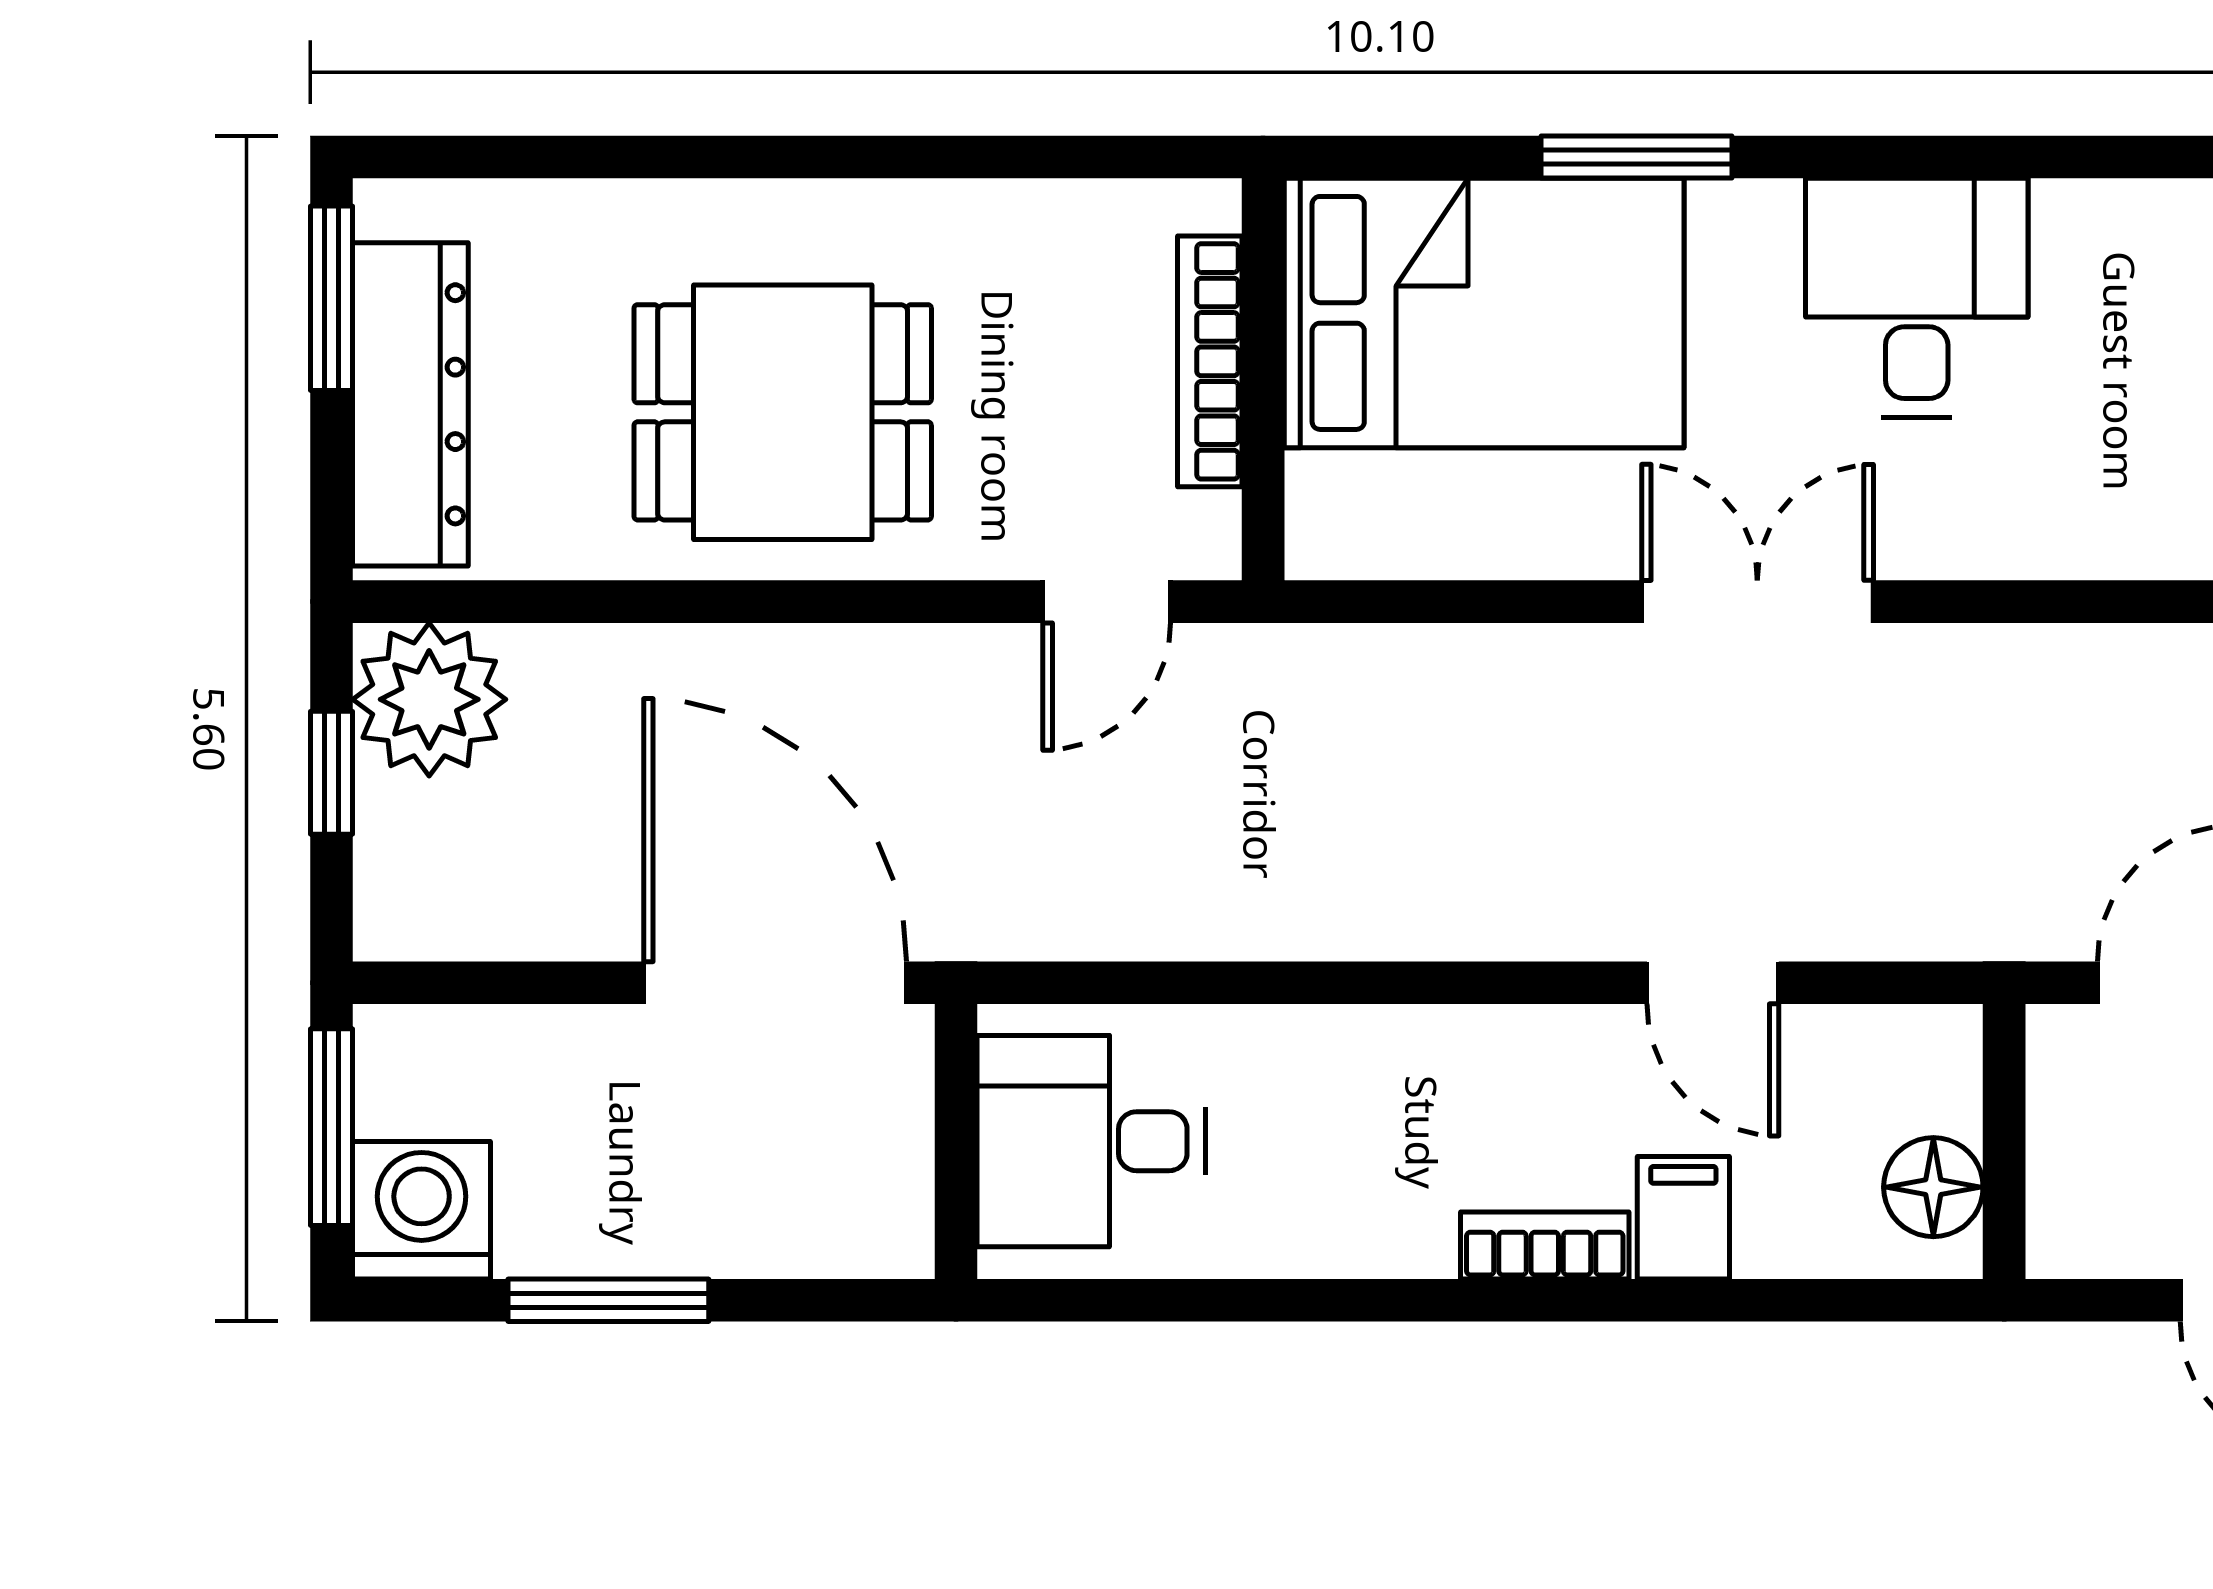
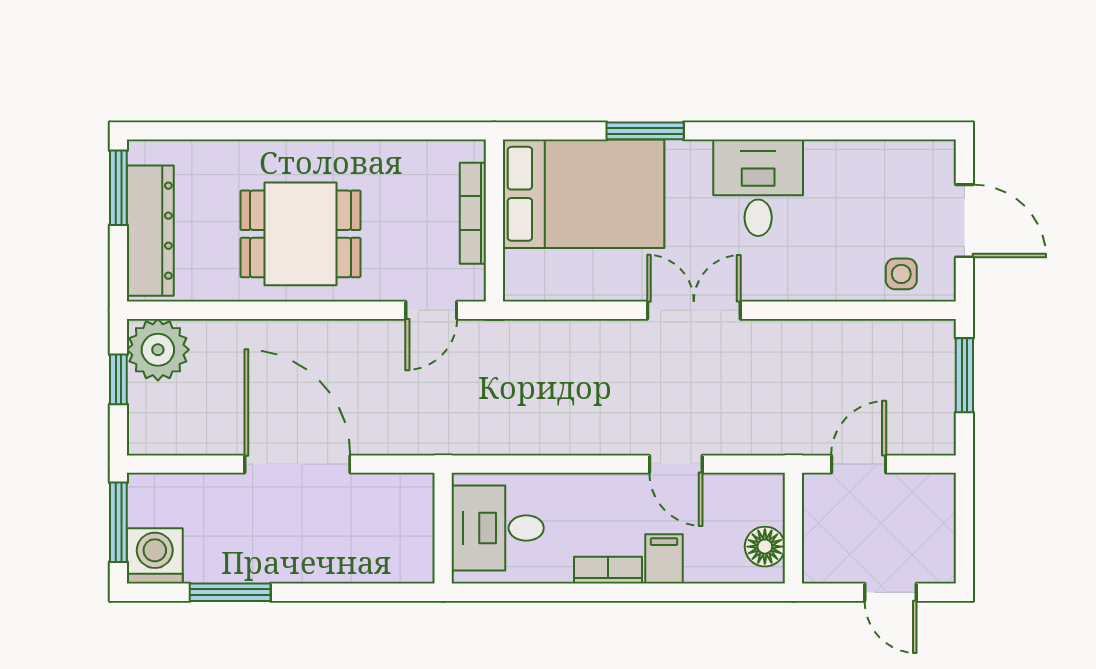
desk: (1091, 1141) -> (498, 528), moved
wall: (956, 1142) -> (443, 528), moved

